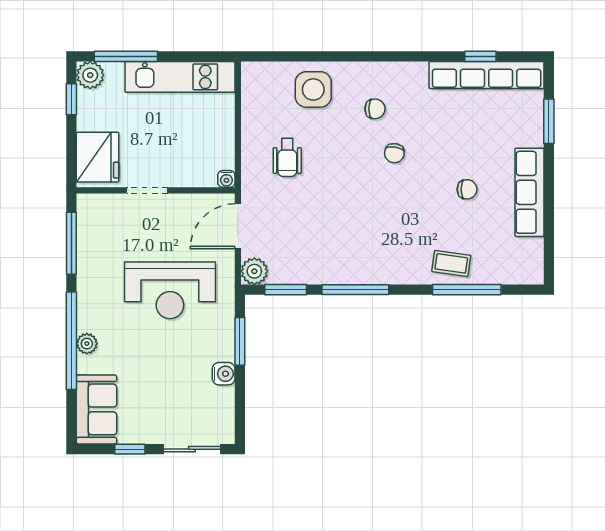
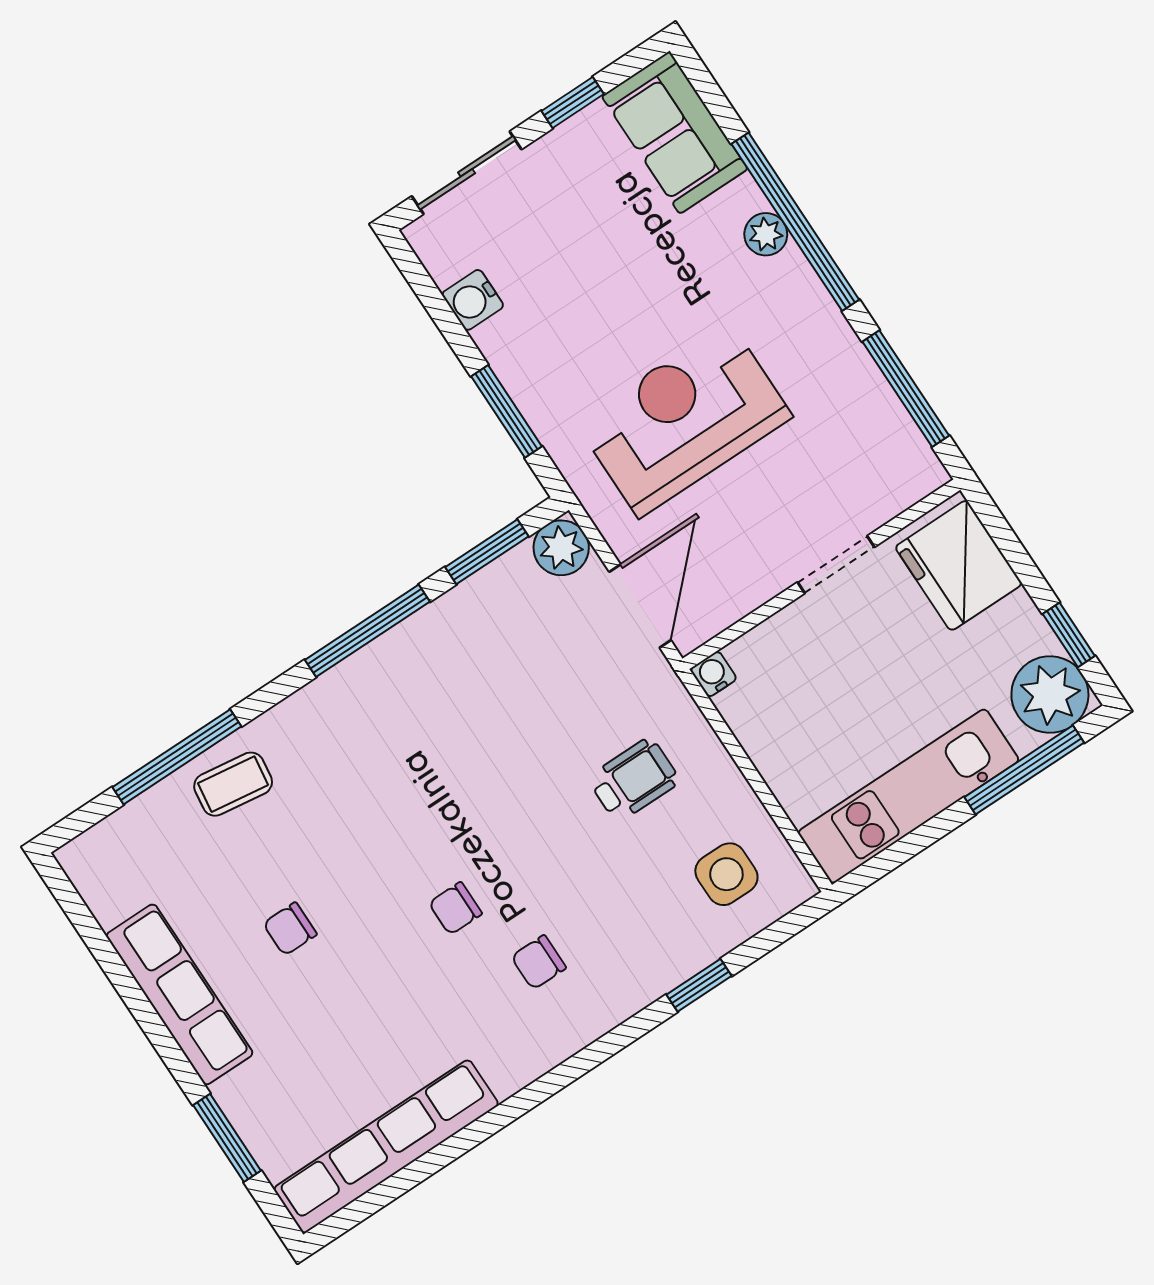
window: (480, 56) -> (699, 985), moved
plant: (90, 75) -> (1050, 695), width x1.36, depth x1.36
side table: (313, 89) -> (726, 874), moved, width x0.73, depth x0.73
chair: (394, 153) -> (455, 908), turned -99
wheelchair: (287, 157) -> (634, 780), turned 90
water cooler: (224, 374) -> (473, 300), moved

